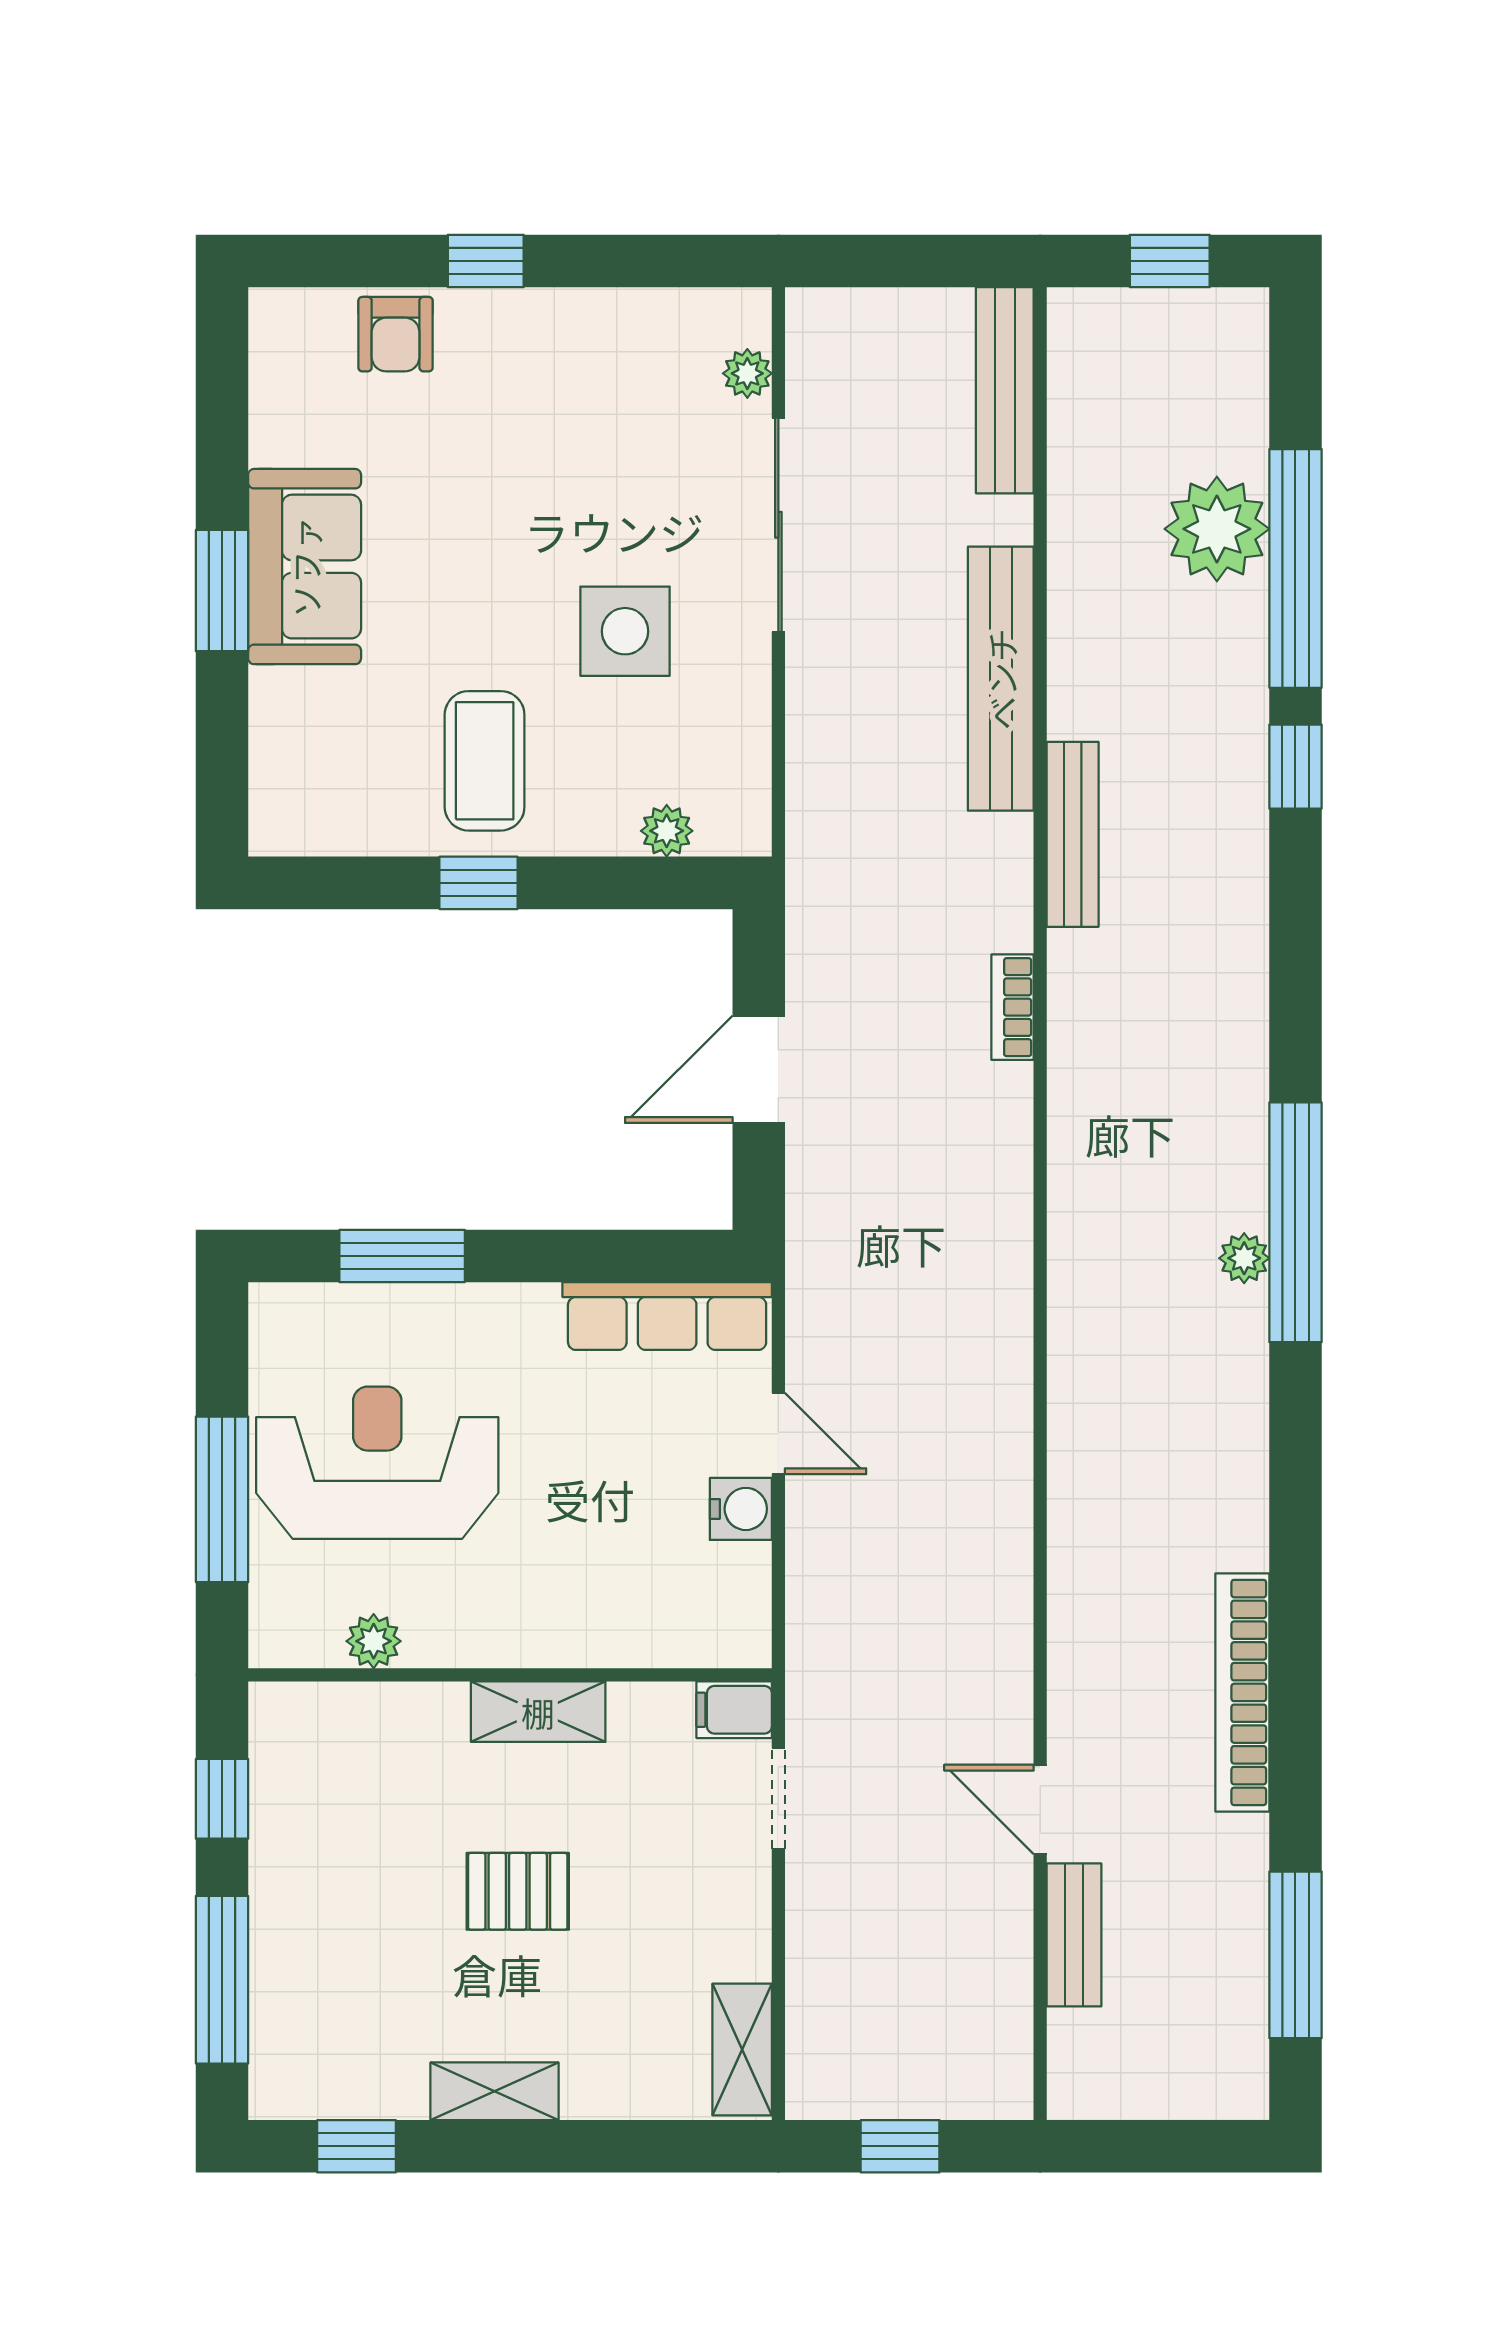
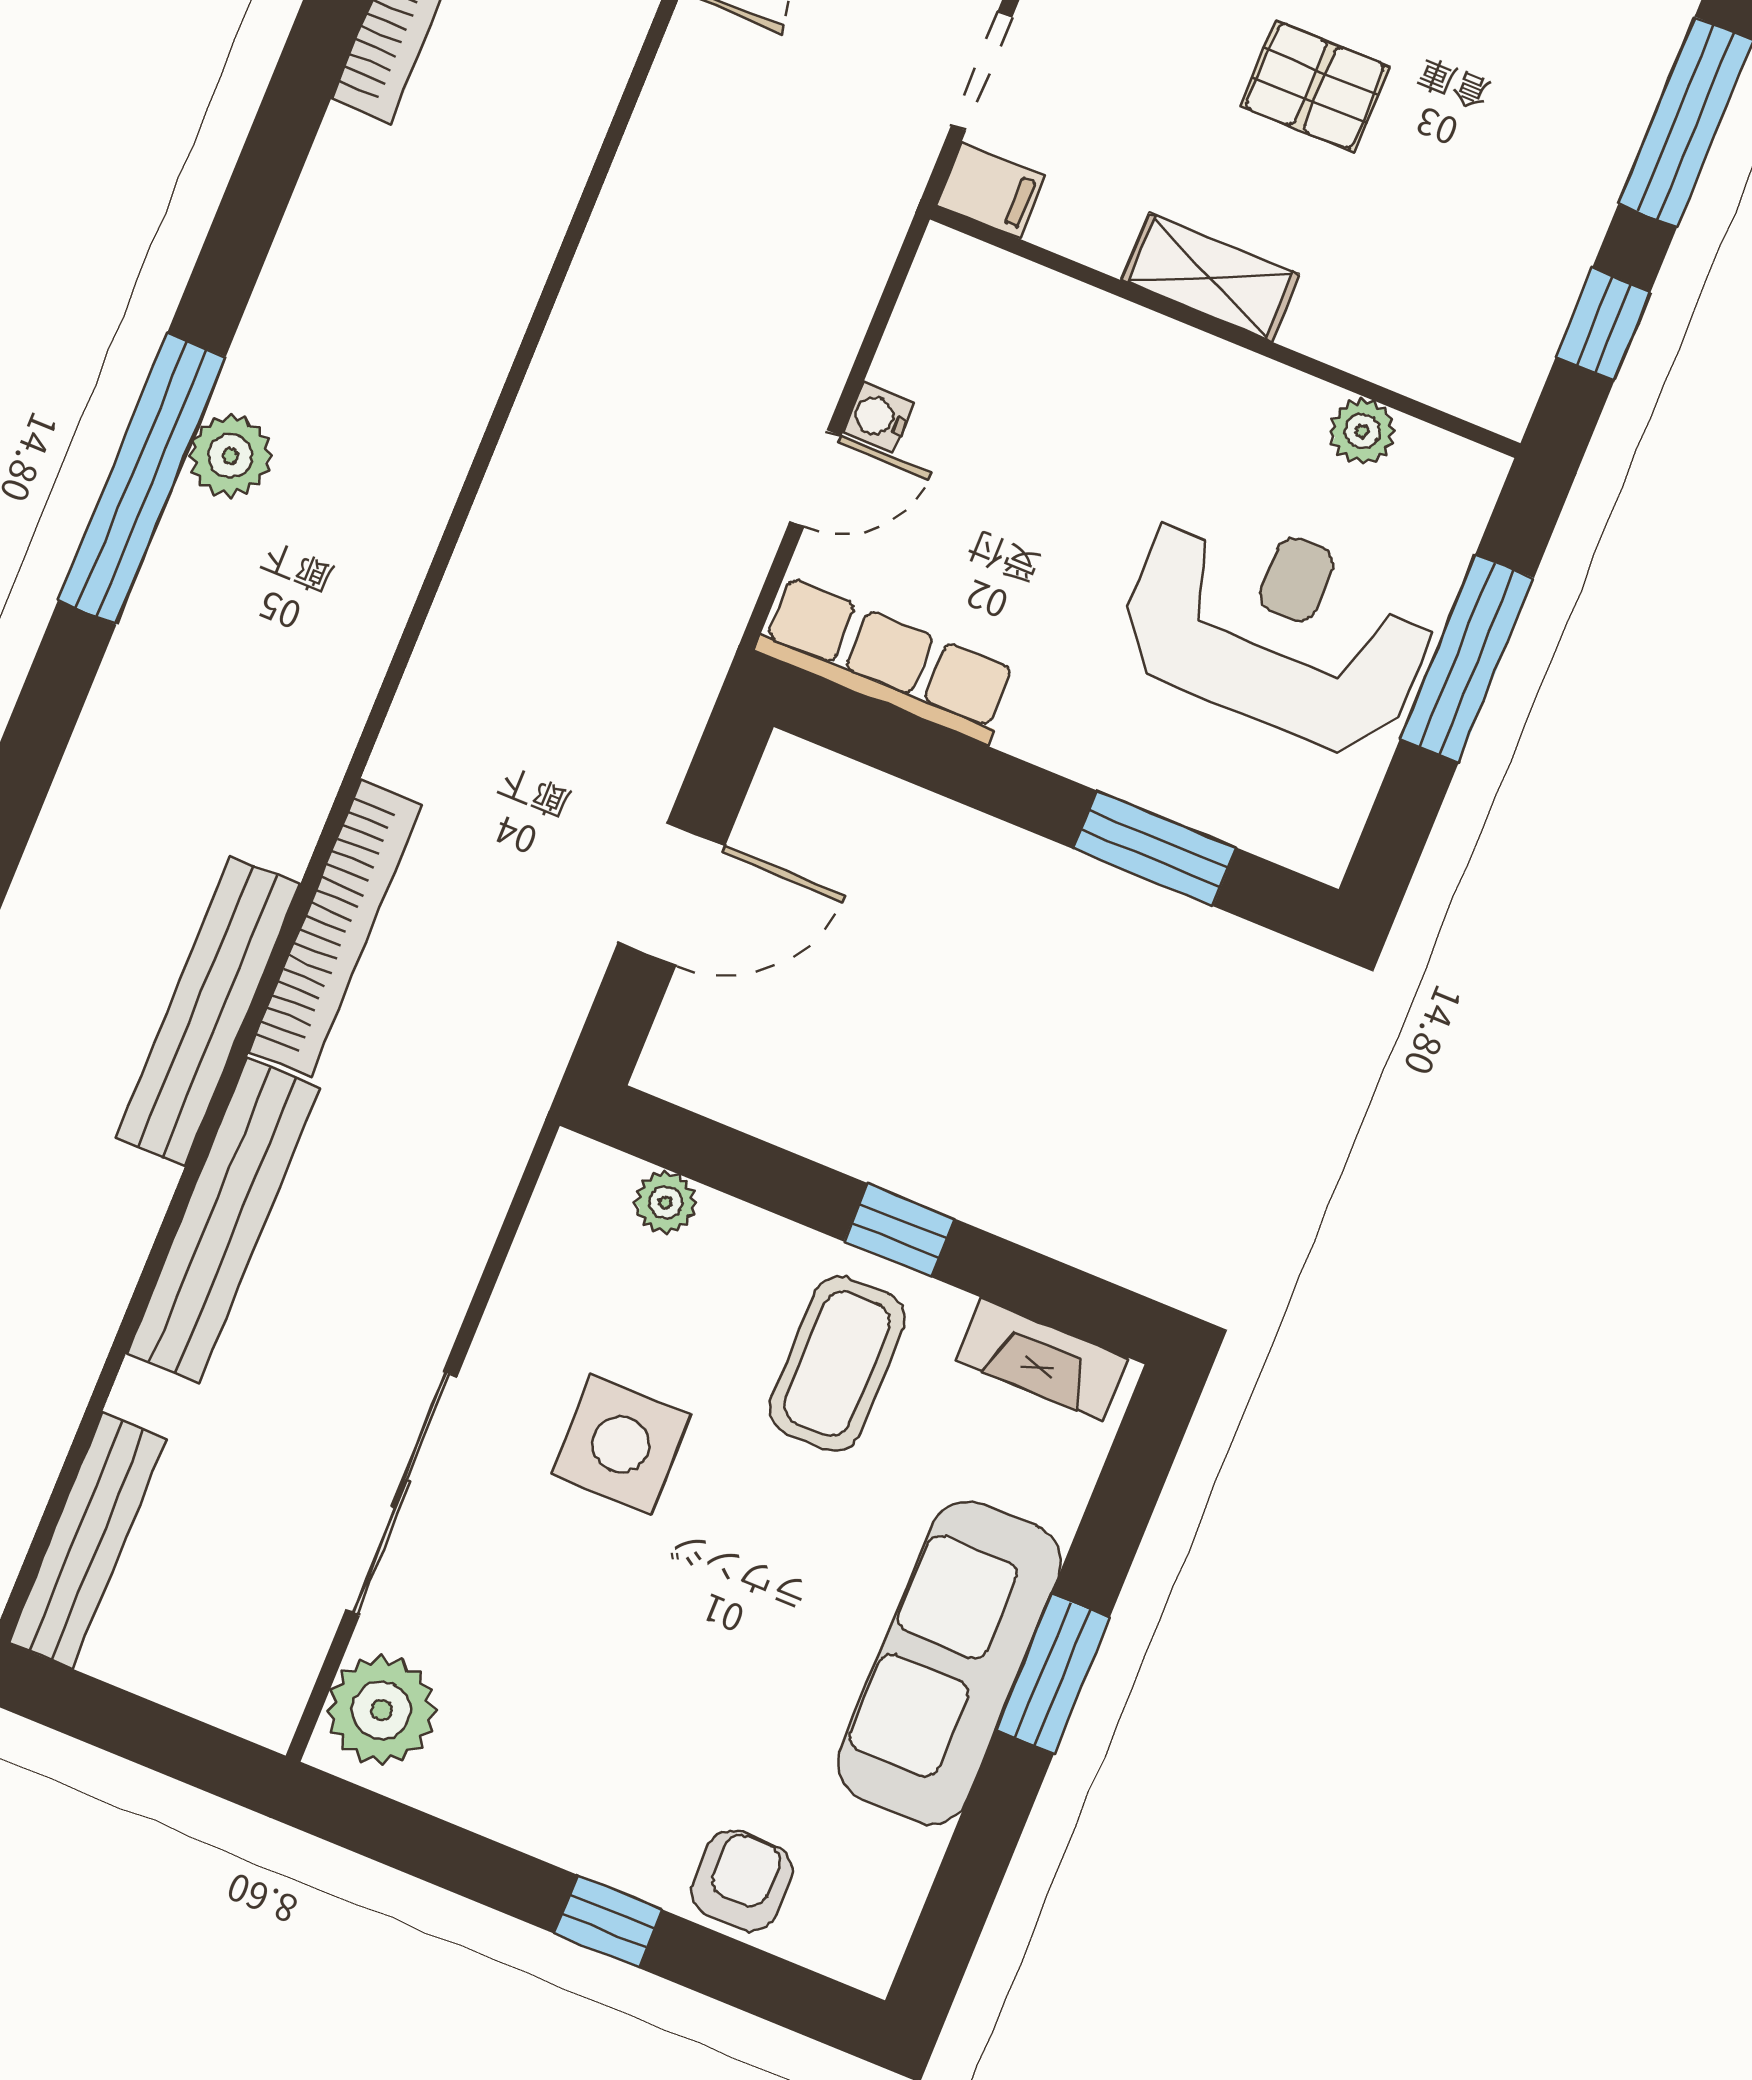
plant: (747, 373) -> (381, 1710), width x1.87, depth x1.87
sofa: (305, 567) -> (949, 1663), width x1.36
fireplace: (329, 828) -> (1042, 1359), added
bench: (1073, 834) -> (208, 1011), width x1.37, depth x1.21
bookcase: (1013, 1007) -> (335, 928), width x2.31, depth x1.31
plant: (1244, 1258) -> (230, 456), width x1.38, depth x1.38
door: (778, 1434) -> (815, 479), swing flipped
reception desk: (377, 1463) -> (1277, 629), turned 180
water cooler: (741, 1509) -> (878, 417), width x0.72, depth x0.72

